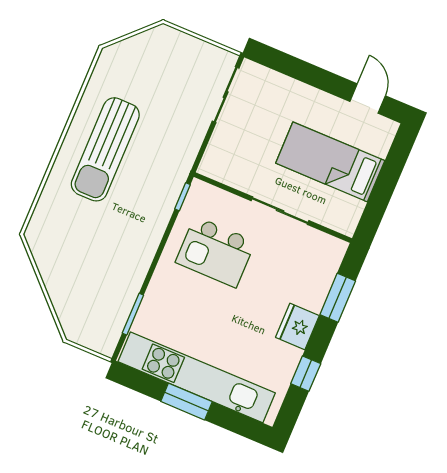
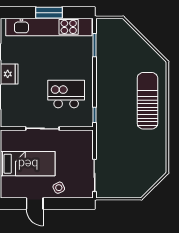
side table: (295, 99) -> (59, 188), added
door: (368, 99) -> (35, 204), moved
sun lounger: (105, 149) -> (147, 101), moved

